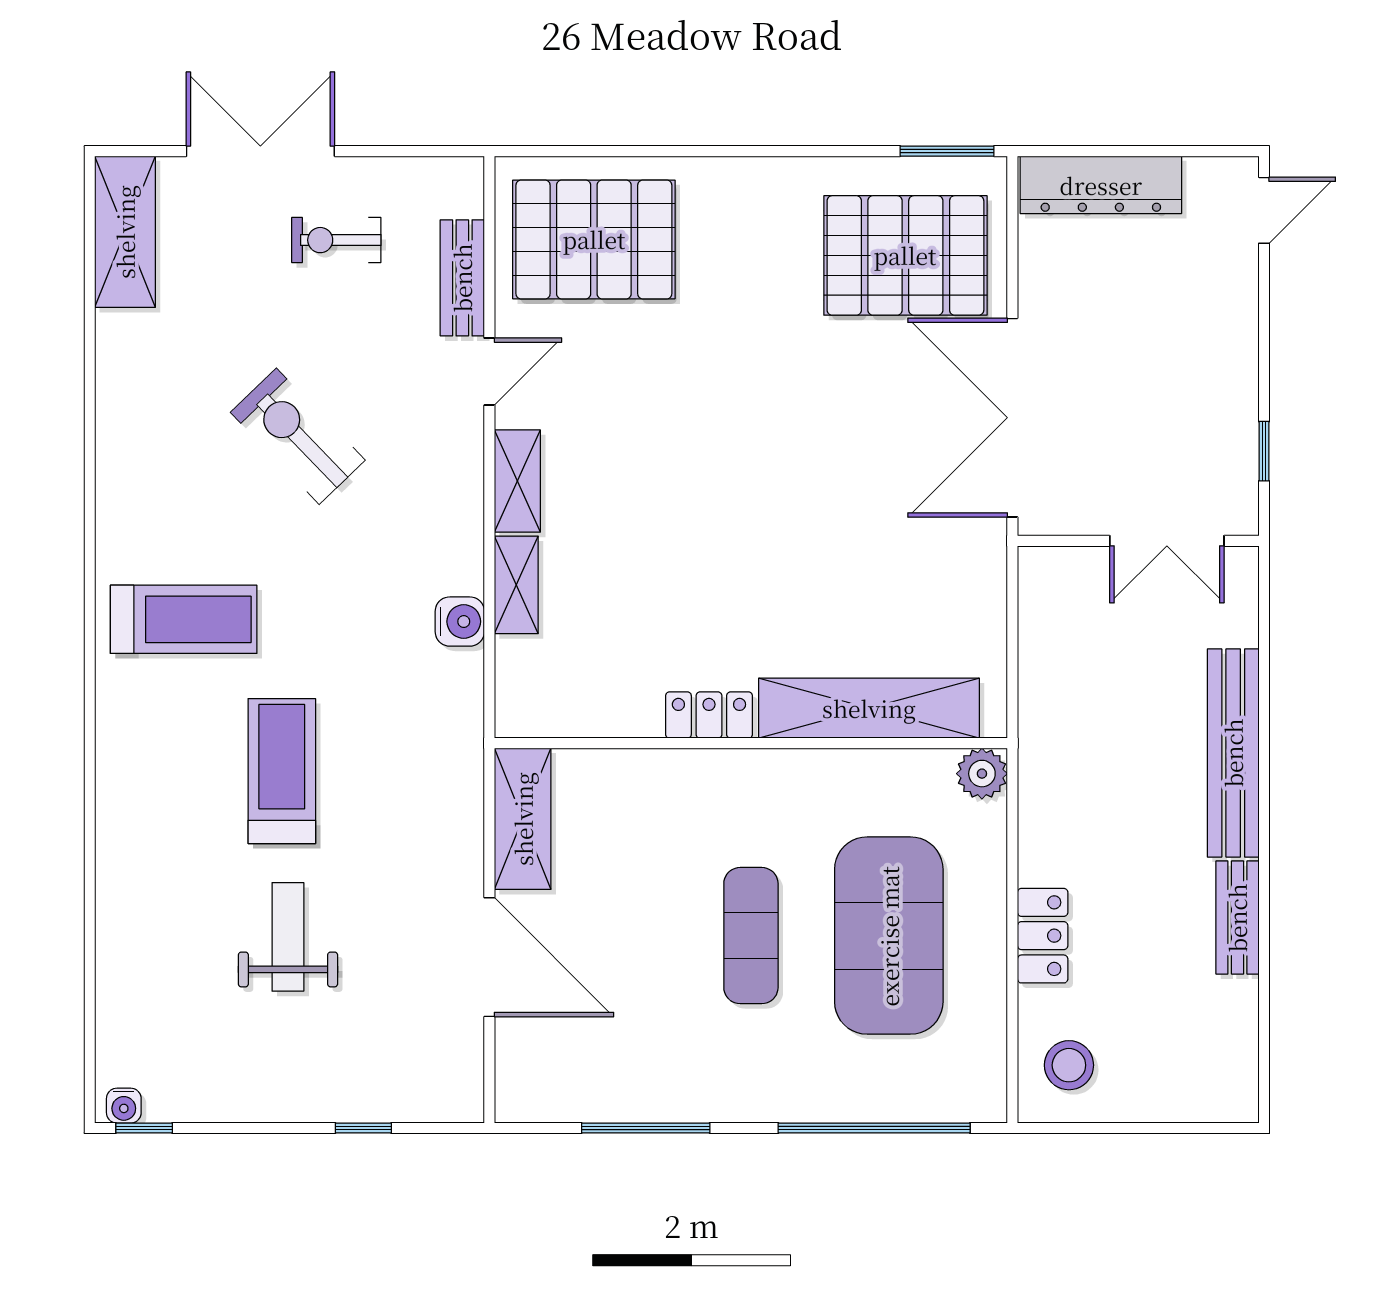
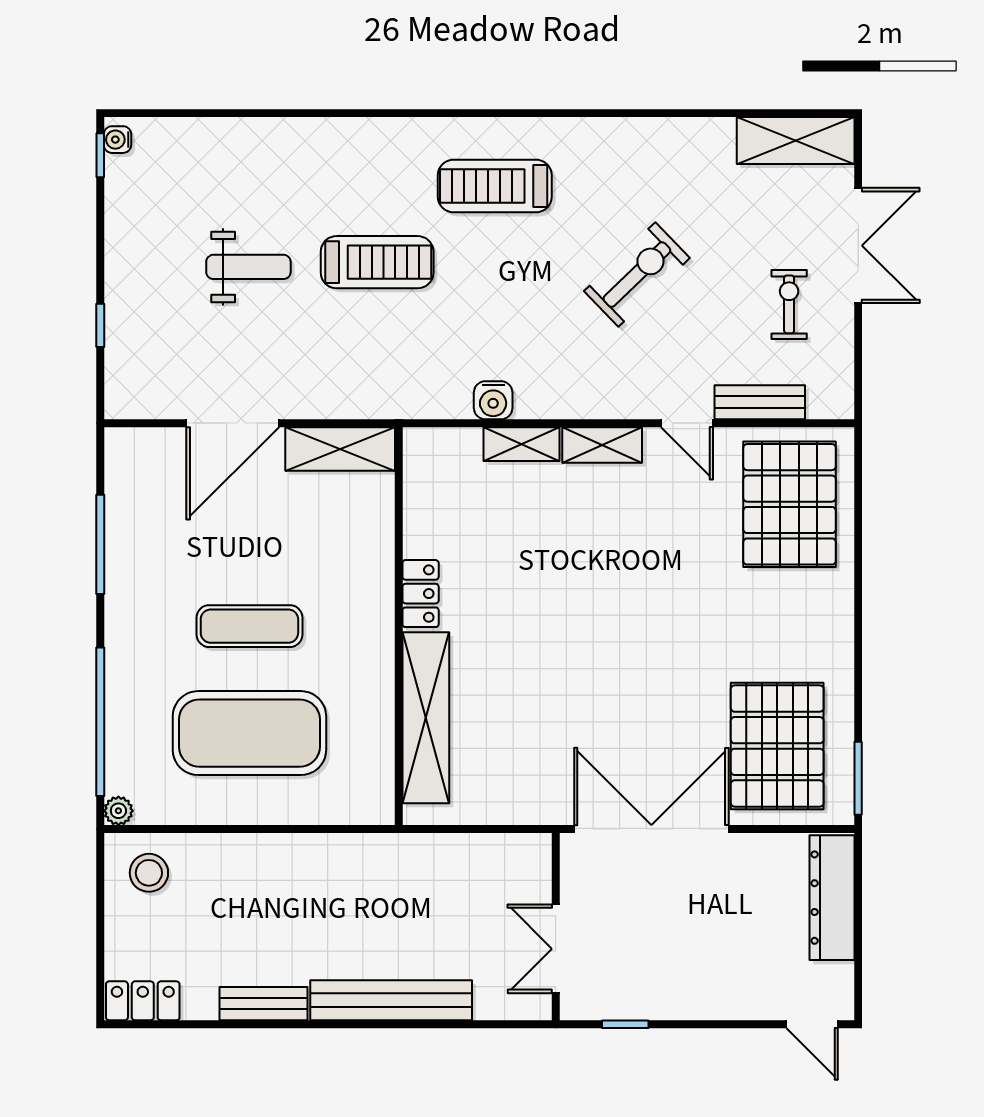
treadmill: (184, 619) -> (495, 186), turned 90
plant: (982, 774) -> (118, 811), moved, width x0.73, depth x0.73
locker: (1043, 936) -> (143, 1001), moved, turned 180

